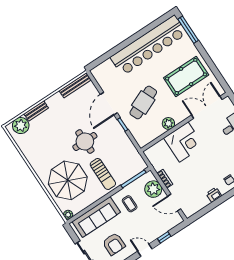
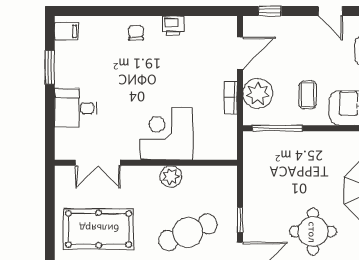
double door: (207, 107) -> (98, 163), width x0.73
sun lounger: (103, 174) -> (318, 166), removed
door: (174, 203) -> (240, 53), hinge flipped
window: (164, 237) -> (270, 11), moved

